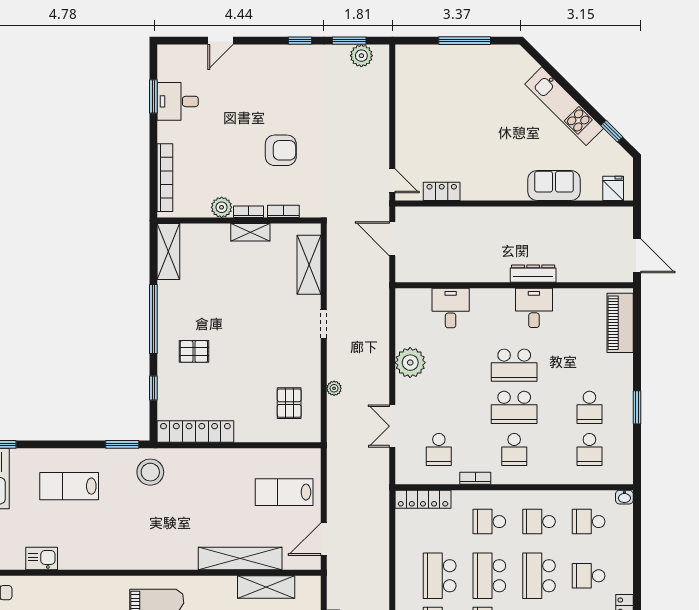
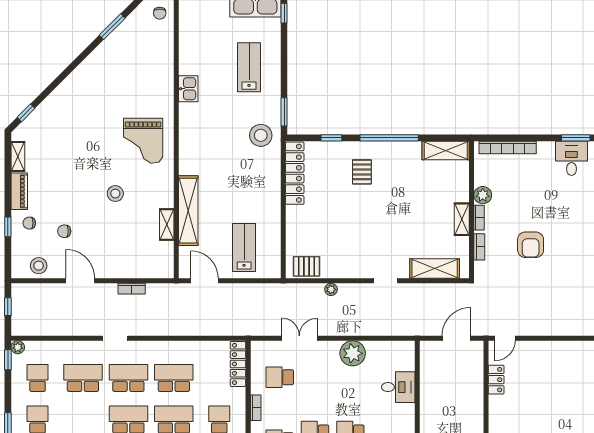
pallet: (289, 403) -> (306, 266), moved
kitchen sink: (42, 559) -> (188, 89), moved
shelving: (266, 587) -> (167, 224), width x0.67, depth x0.75

